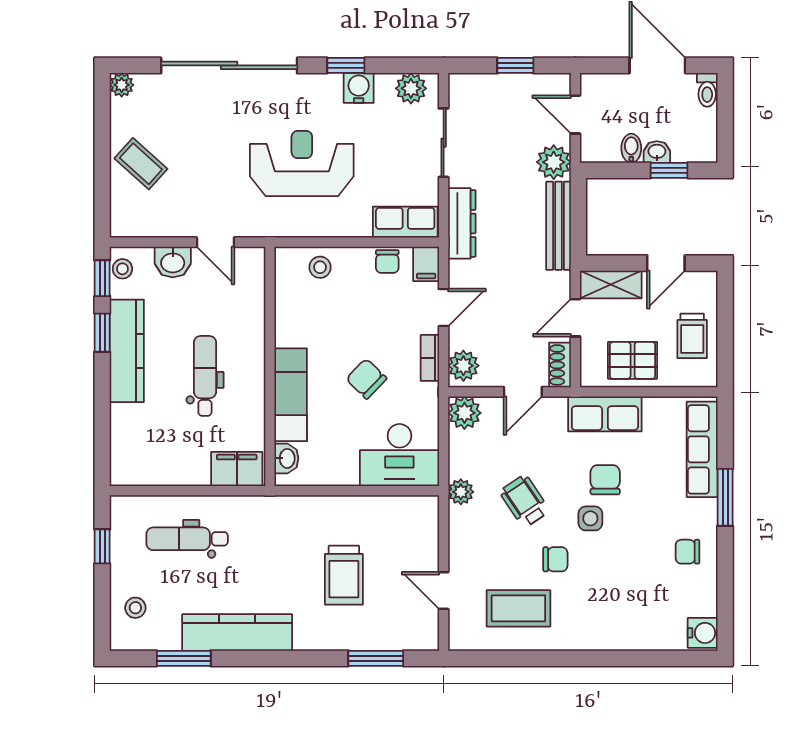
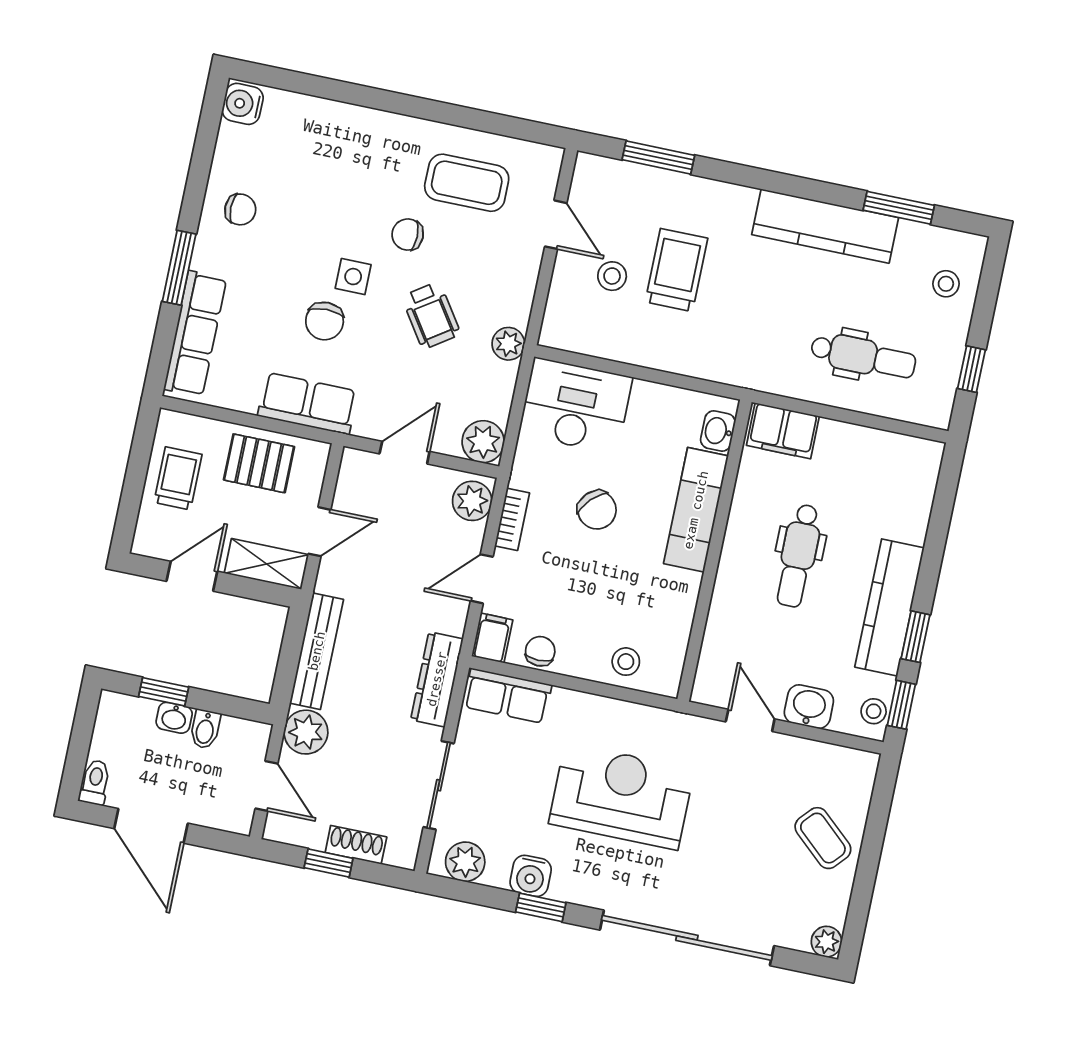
reception desk: (302, 163) -> (621, 796), turned 180
shoe rack: (560, 365) -> (356, 845), moved, turned -90
stool: (392, 560) -> (612, 276), added

